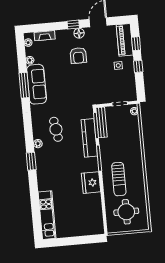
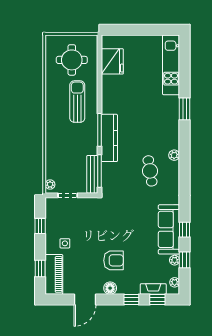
window: (73, 25) -> (131, 300), moved
window: (41, 28) -> (157, 300), added
armchair: (78, 56) -> (114, 260), turned 90
window: (22, 61) -> (185, 260), added
window: (138, 66) -> (40, 226), moved
window: (24, 85) -> (185, 230), width x0.46
kitchen counter: (89, 138) -> (109, 138), moved
window: (31, 161) -> (185, 109), moved
fridge: (91, 183) -> (112, 61), moved

